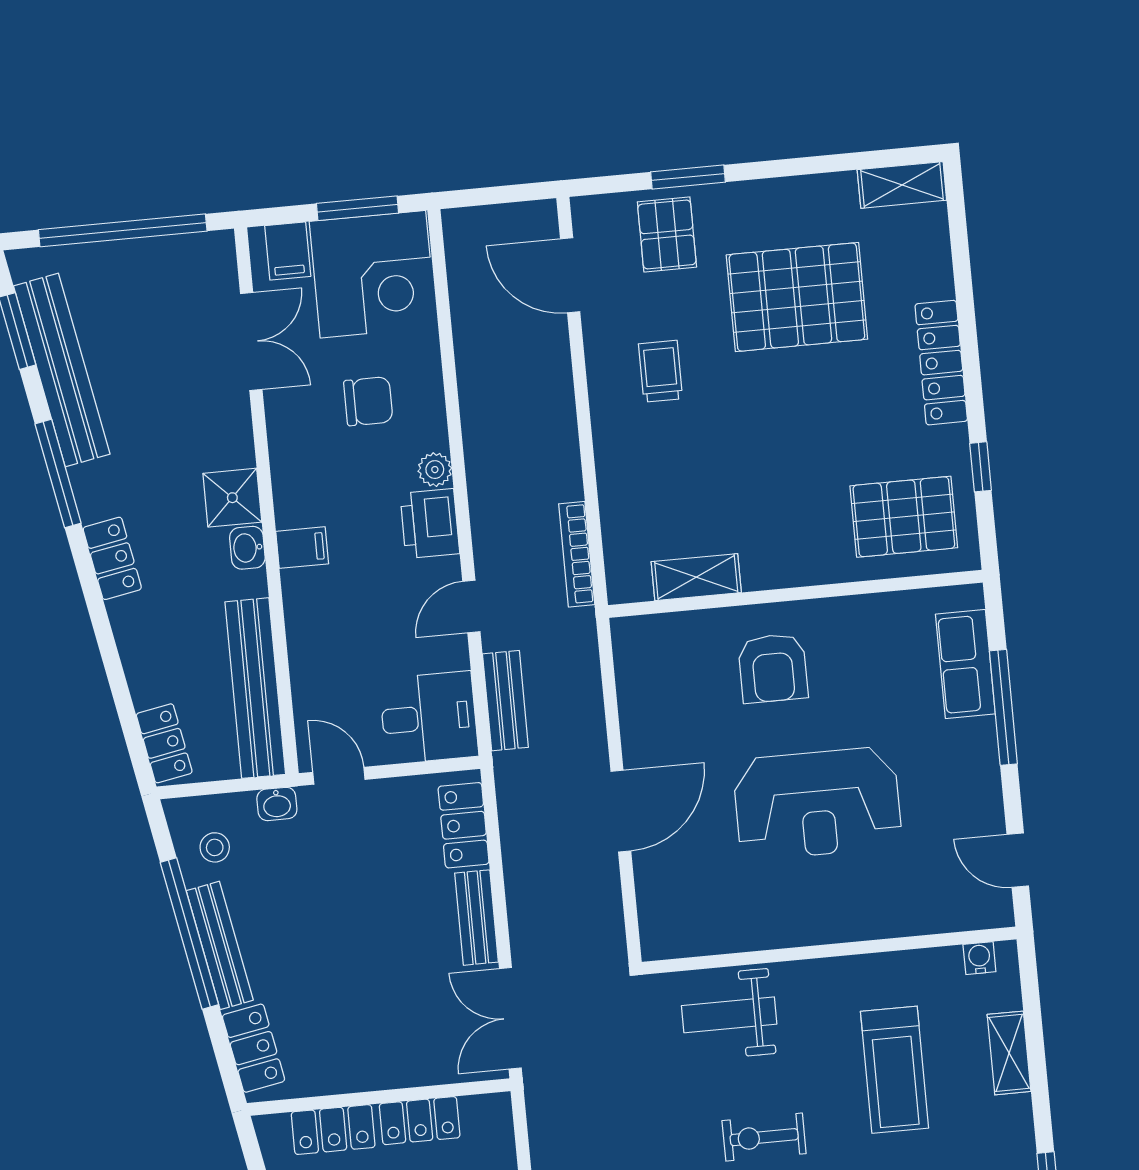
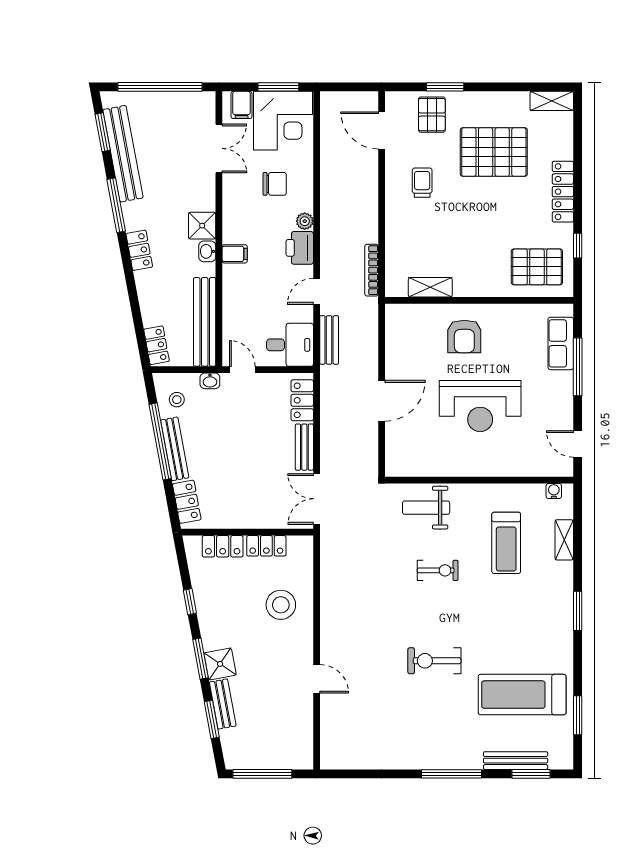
exercise bike: (764, 1137) -> (438, 570), turned 180

